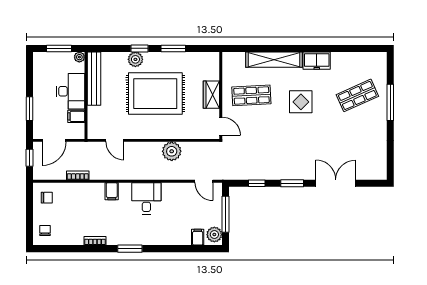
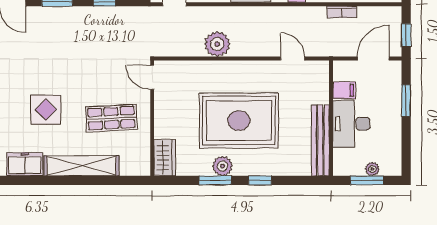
plant: (79, 57) -> (372, 169), moved
plant: (135, 59) -> (222, 166), moved
wardrobe: (211, 95) -> (165, 158), moved

